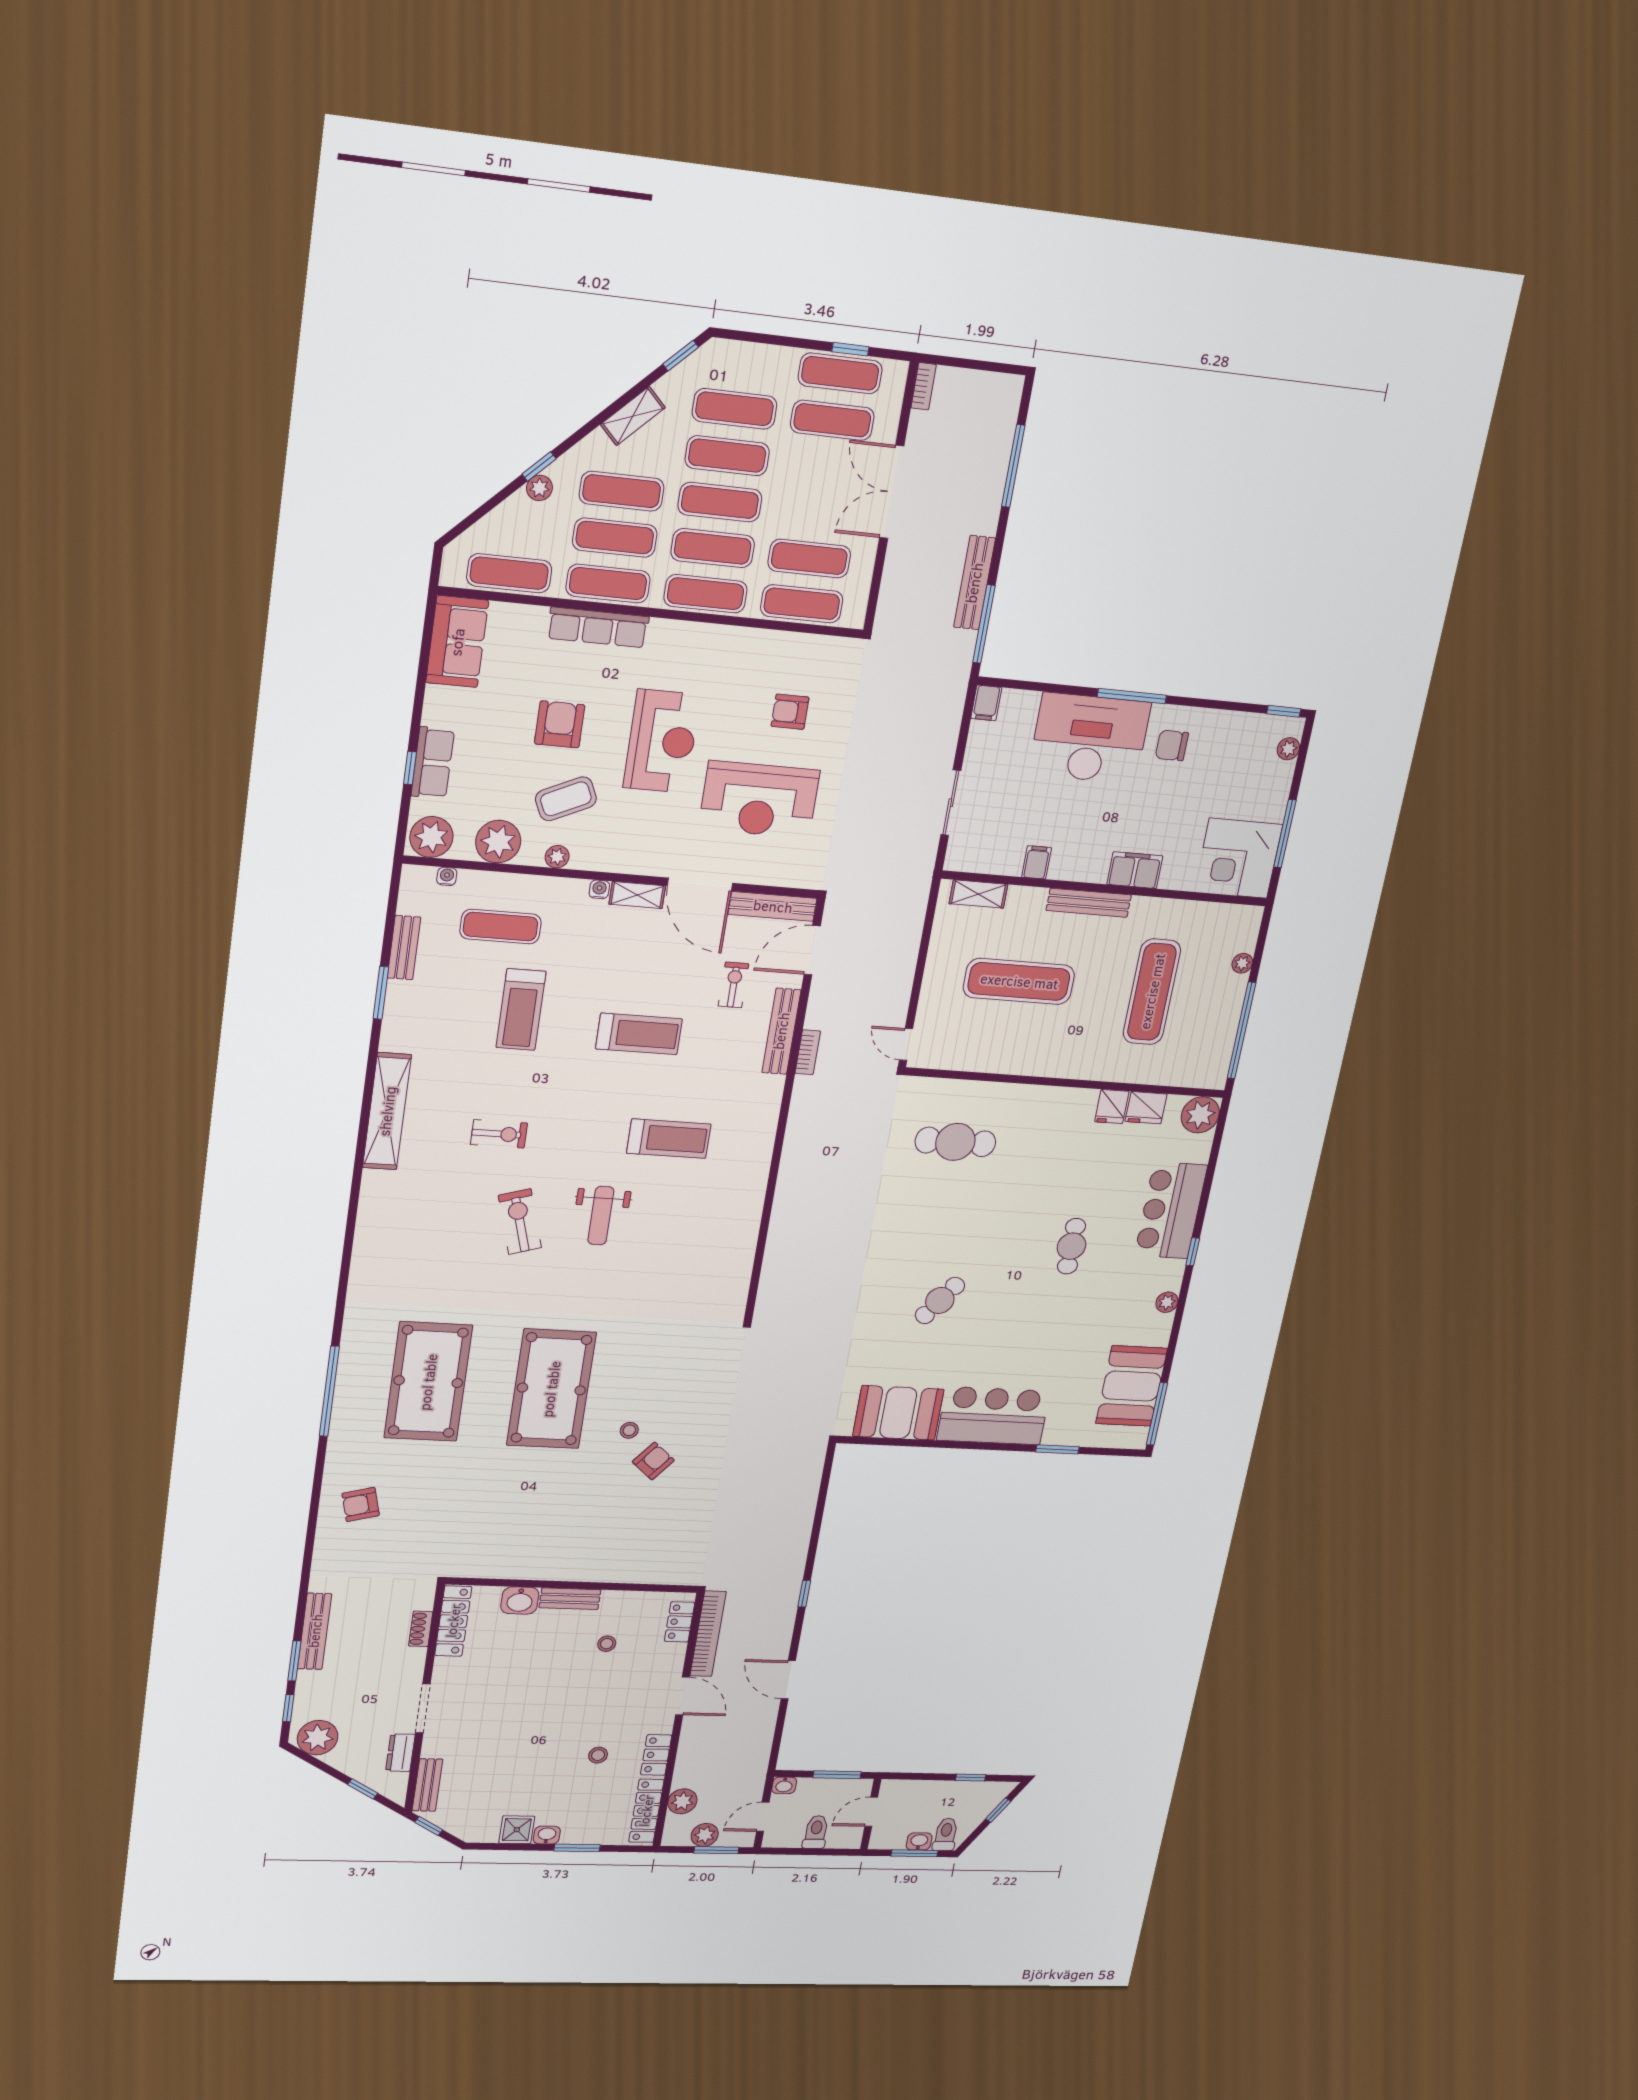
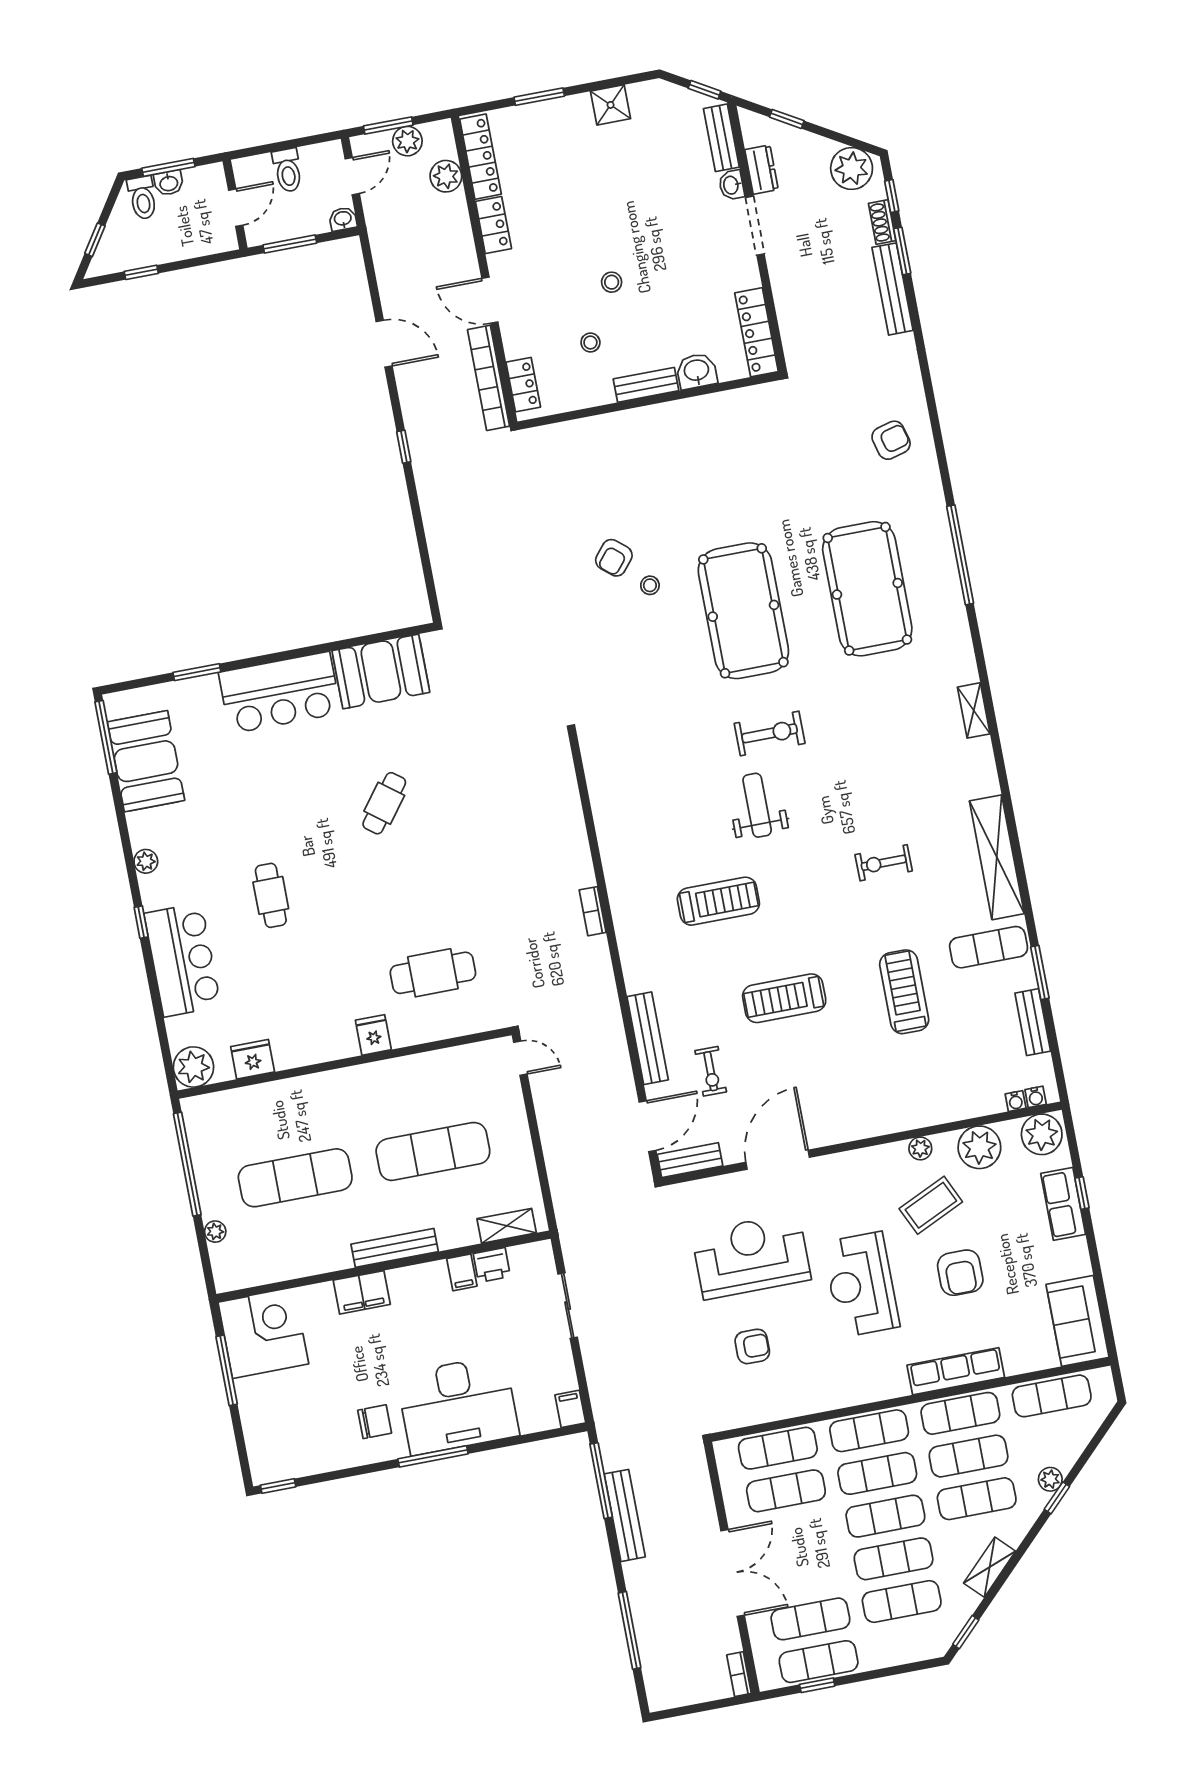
plant: (1288, 749) -> (258, 1452), removed
printer: (1006, 861) -> (492, 1265), added
door: (700, 884) -> (778, 1160), hinge flipped
water cooler: (599, 889) -> (1036, 1097), moved
shelving: (637, 895) -> (974, 710), moved, turned 90
bench: (773, 906) -> (690, 1160), width x0.73
exercise mat: (501, 927) -> (989, 947), moved
exercise mat: (1152, 992) -> (295, 1178), turned 90
bookcase: (808, 1052) -> (593, 911), moved
fridge: (1112, 1107) -> (373, 1035), moved
treadmill: (669, 1139) -> (718, 901), turned 180
exercise bike: (520, 1222) -> (770, 733), moved, turned -73
shoe rack: (421, 1629) -> (882, 222), moved, turned 180
stool: (598, 1755) -> (612, 282), moved
washbasin: (547, 1835) -> (731, 185), moved, turned 90

